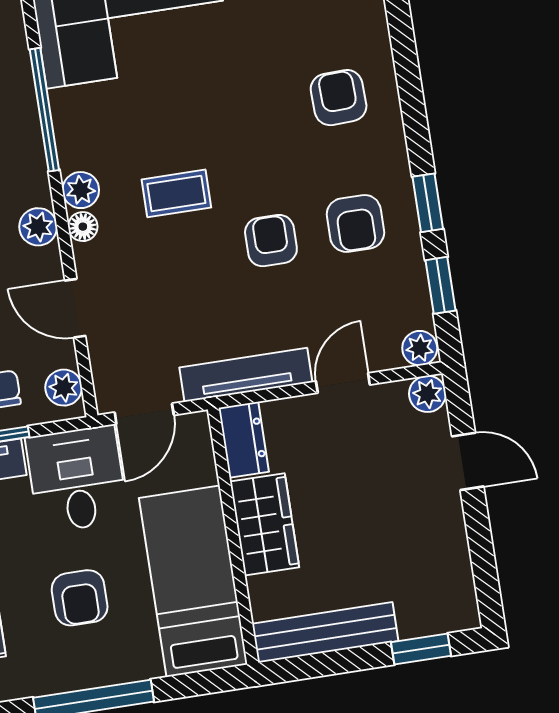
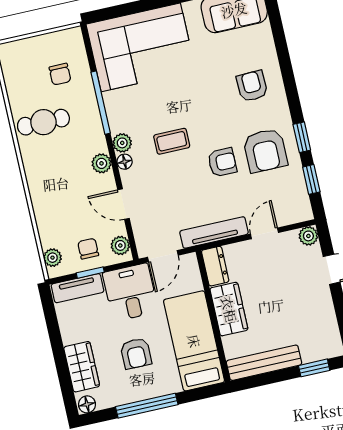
armchair: (355, 223) -> (265, 150), width x1.38, depth x1.38
armchair: (271, 241) -> (222, 162), turned 90
plant: (420, 348) -> (303, 213), removed

